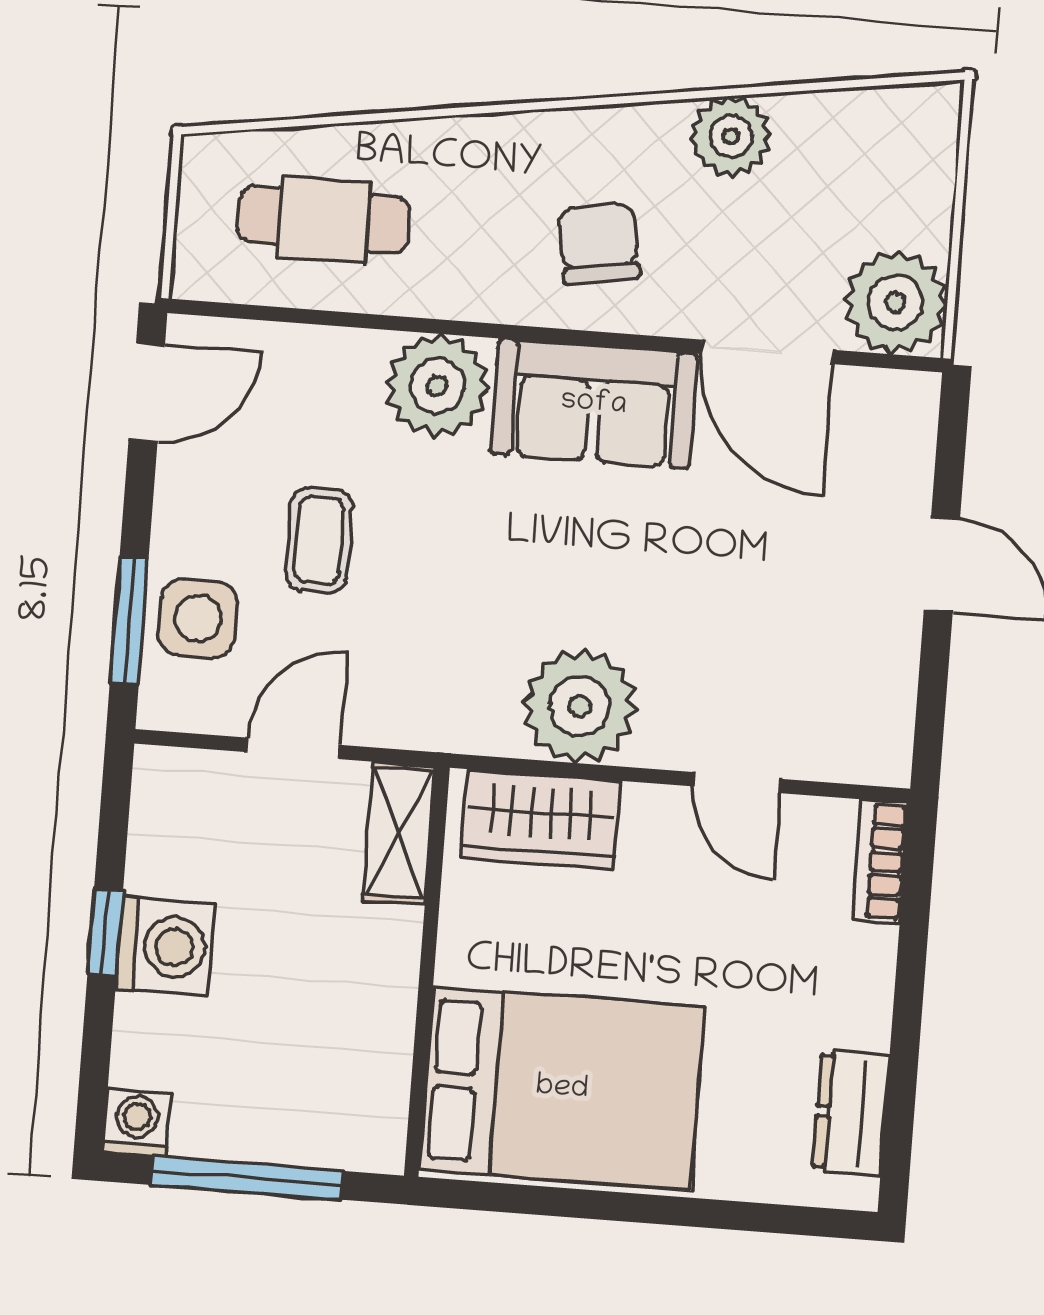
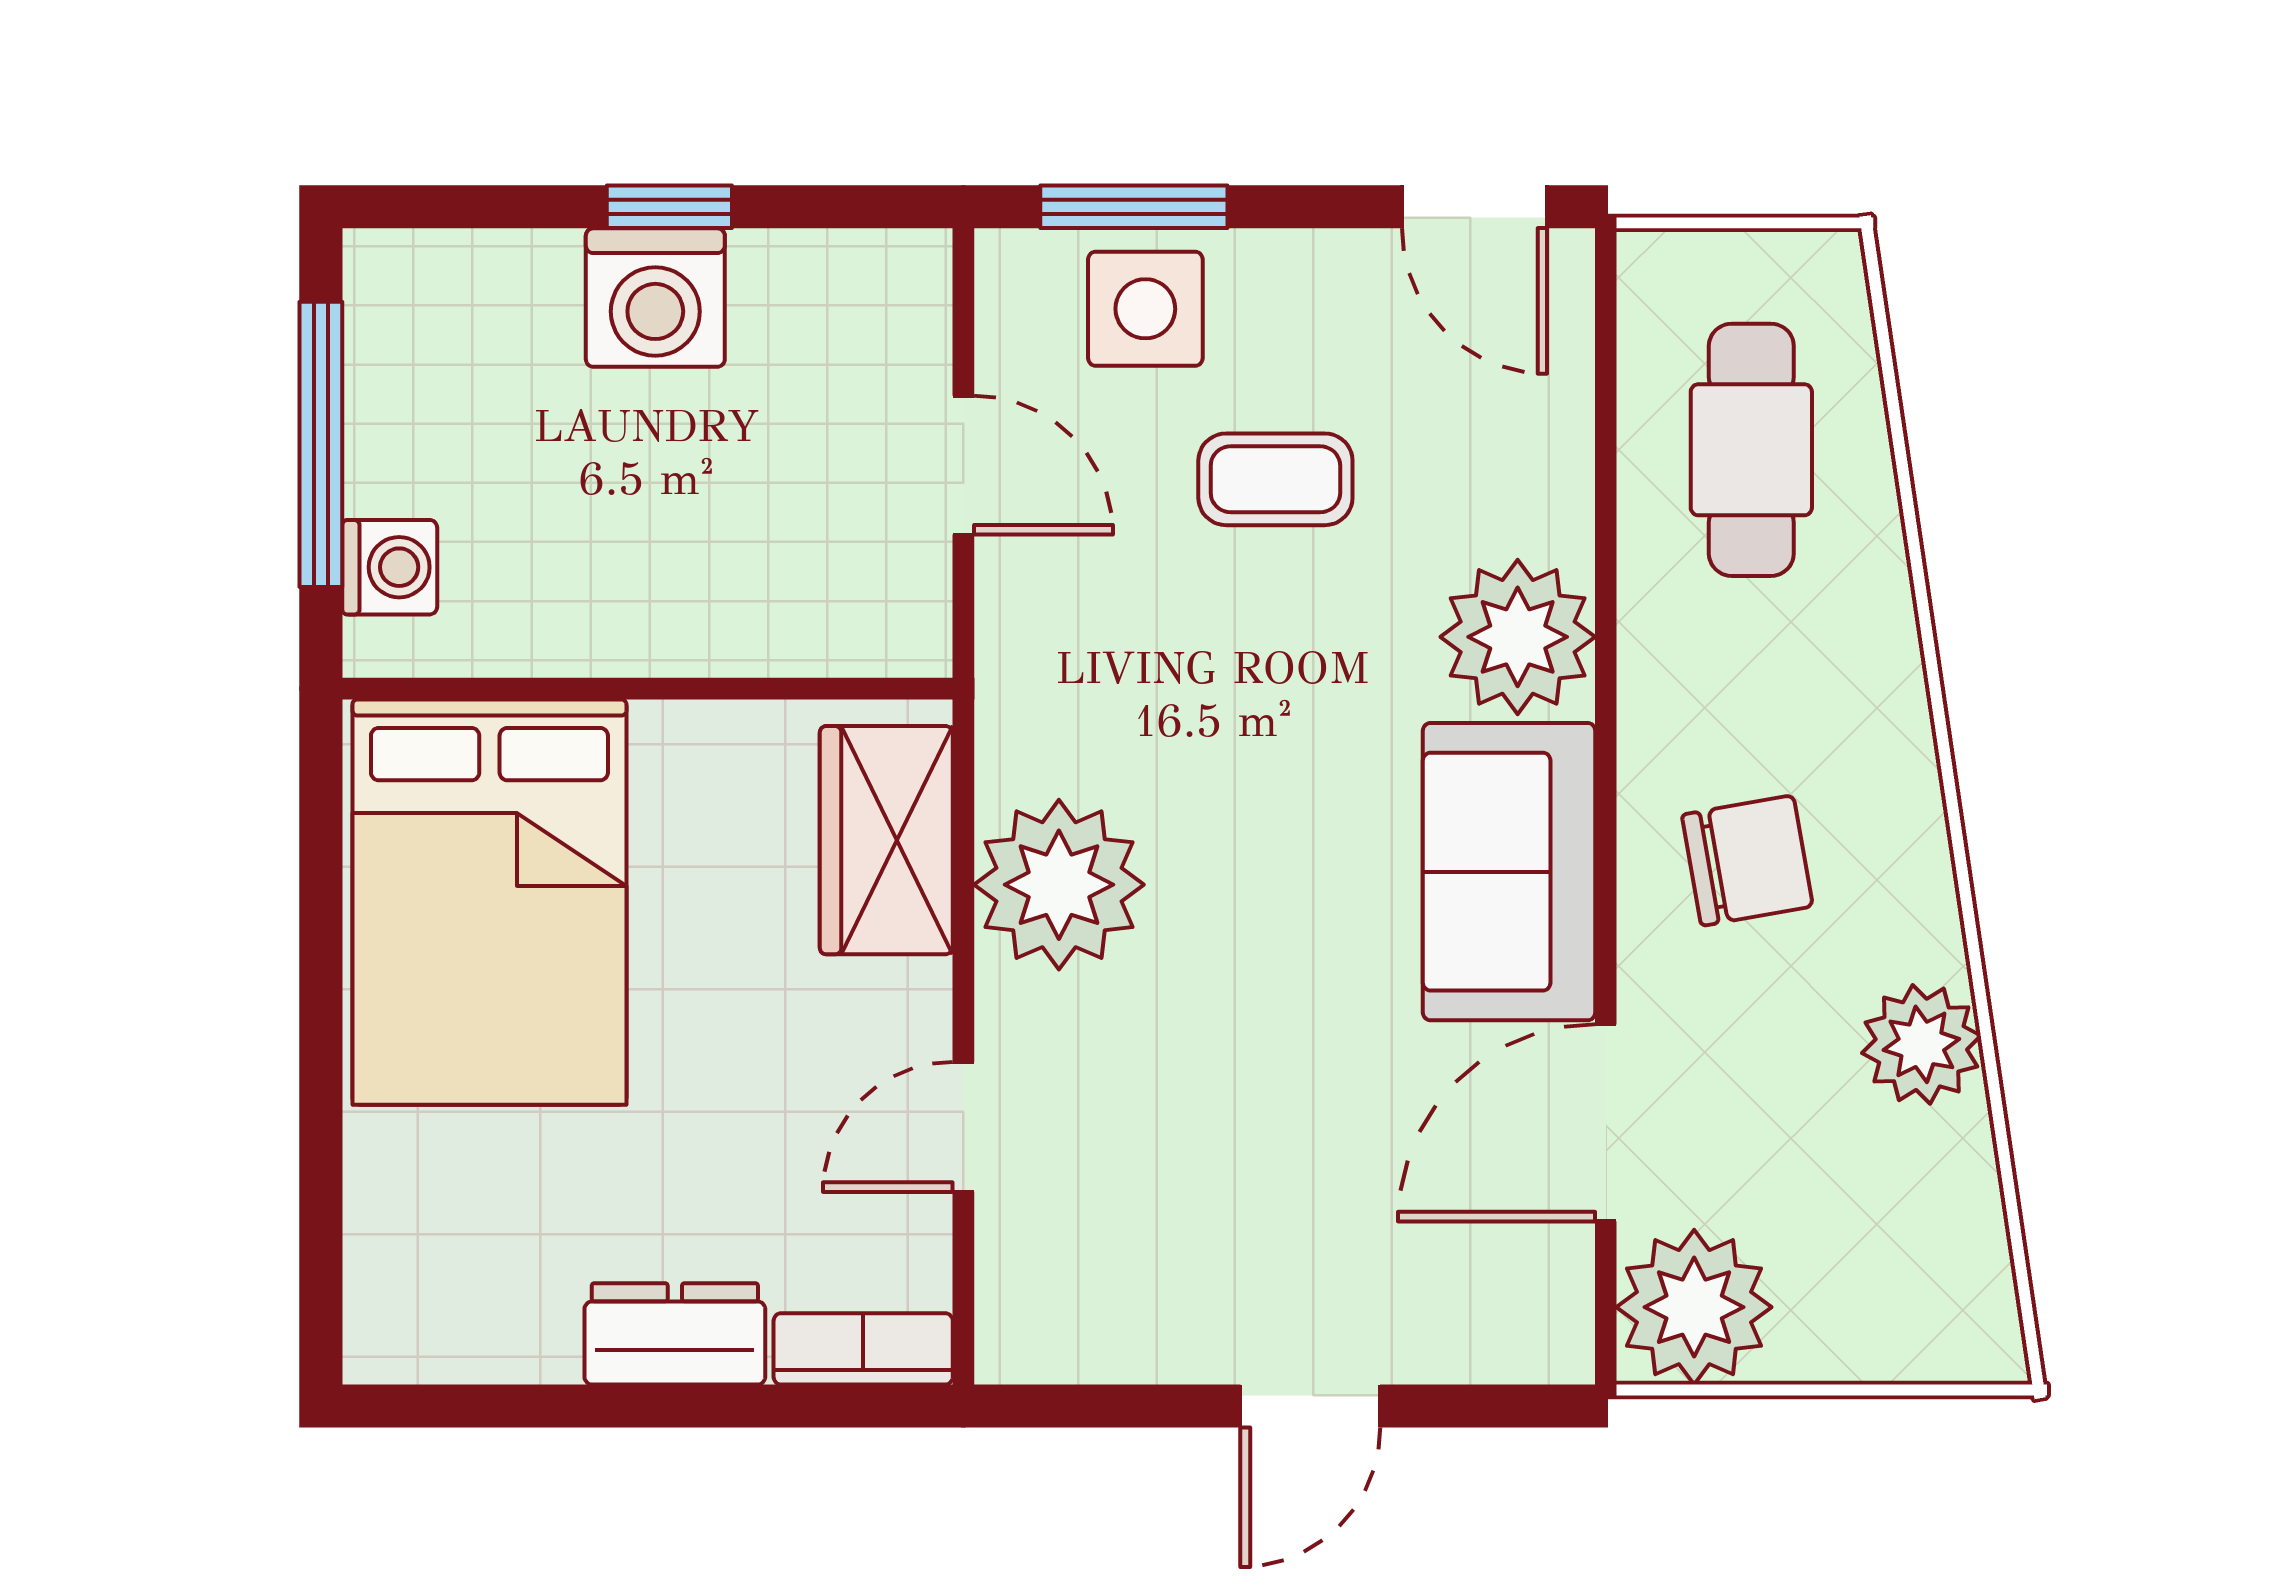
shelving: (399, 833) -> (850, 632), removed
dresser: (851, 1113) -> (675, 1334), moved
washing machine: (137, 1123) -> (390, 567), moved

